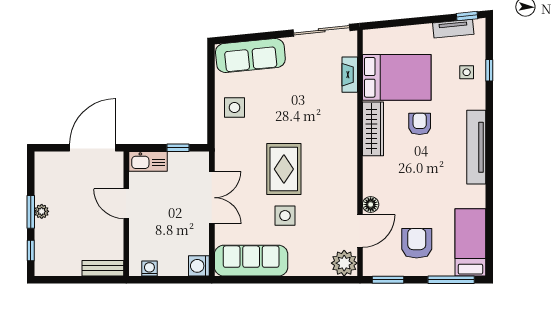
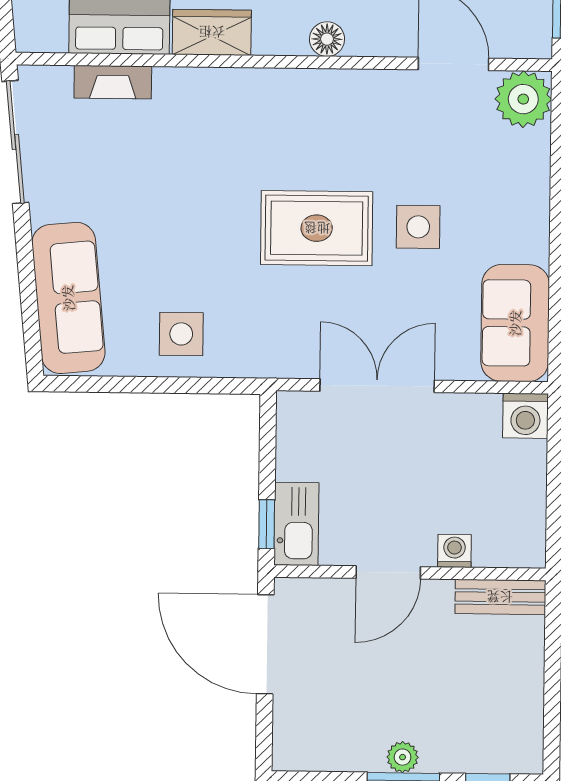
wardrobe: (373, 129) -> (212, 32), width x0.67
window: (178, 148) -> (267, 524), moved
floor lamp: (371, 205) -> (327, 39), moved
sofa: (251, 261) -> (515, 323), width x0.73
bench: (103, 268) -> (500, 597), moved, turned 90
washing machine: (149, 269) -> (454, 551), moved, turned 90

